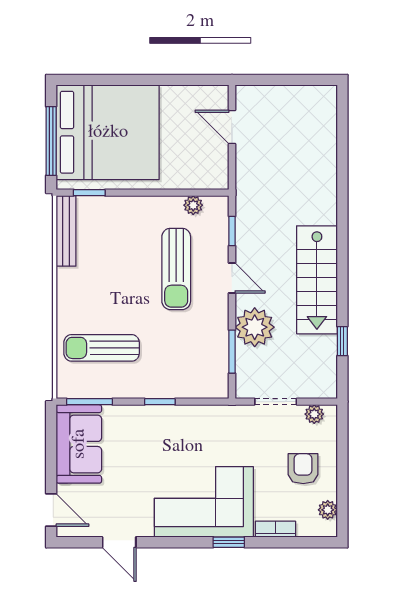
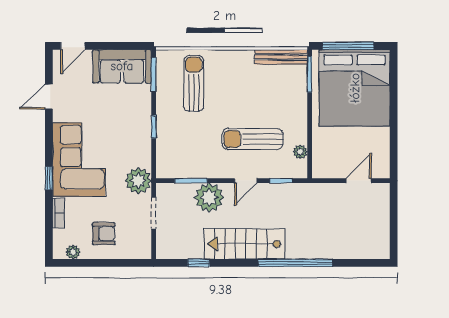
window: (89, 193) -> (310, 74), width x1.50
window: (342, 212) -> (295, 263), added
plant: (314, 414) -> (138, 181), moved, width x1.88, depth x1.88

